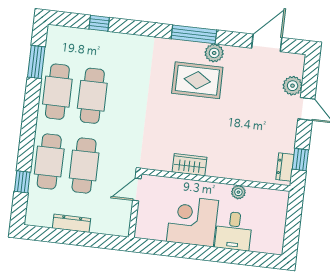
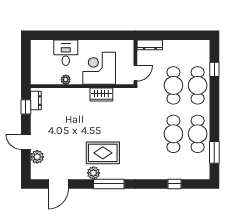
corner desk: (192, 221) -> (99, 68), moved, turned 180
dresser: (72, 223) -> (150, 45), moved

